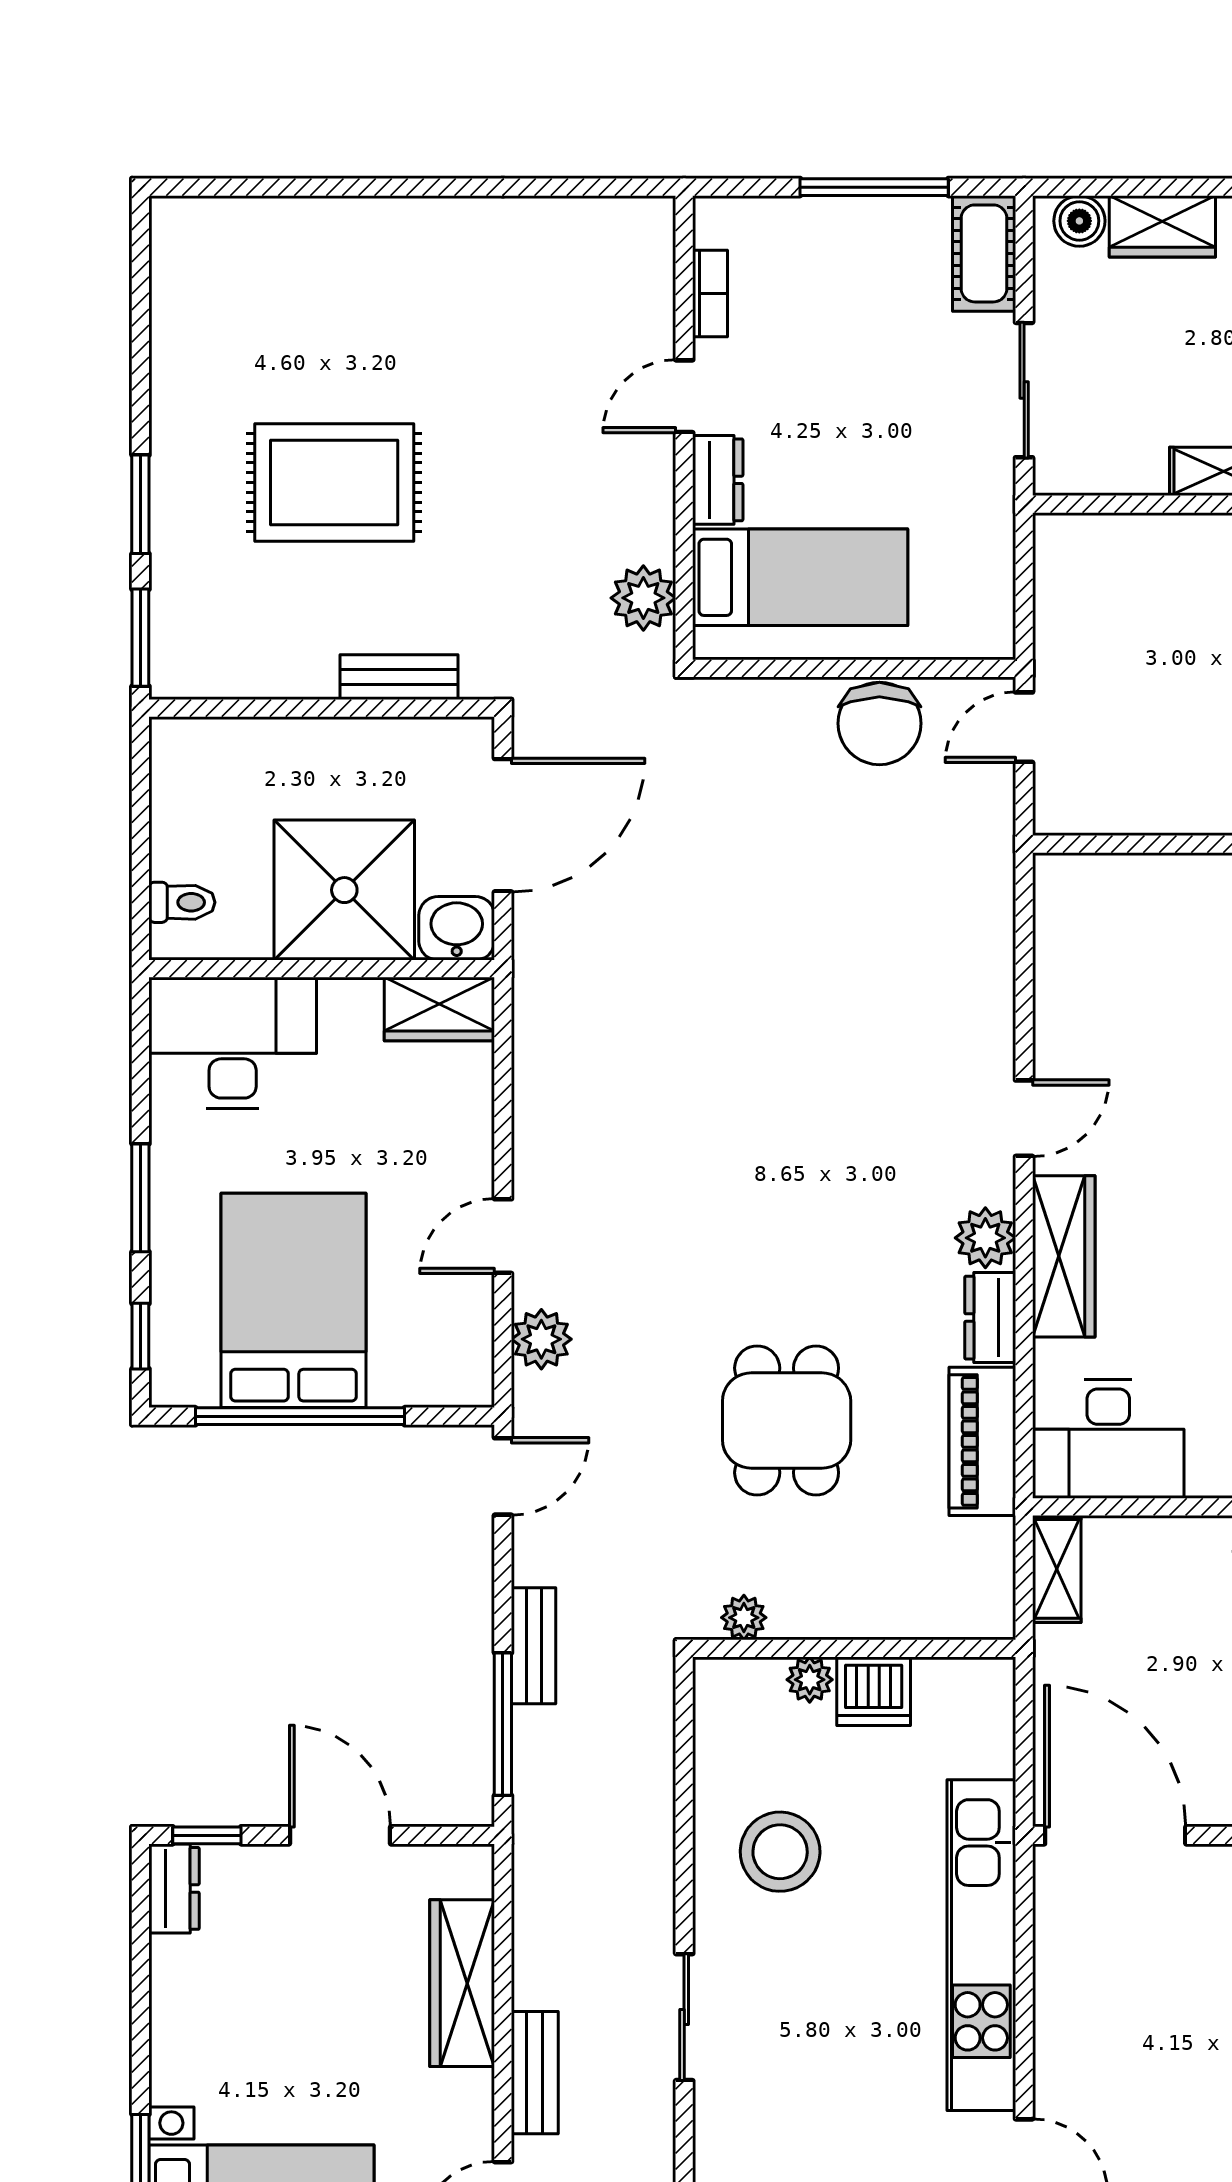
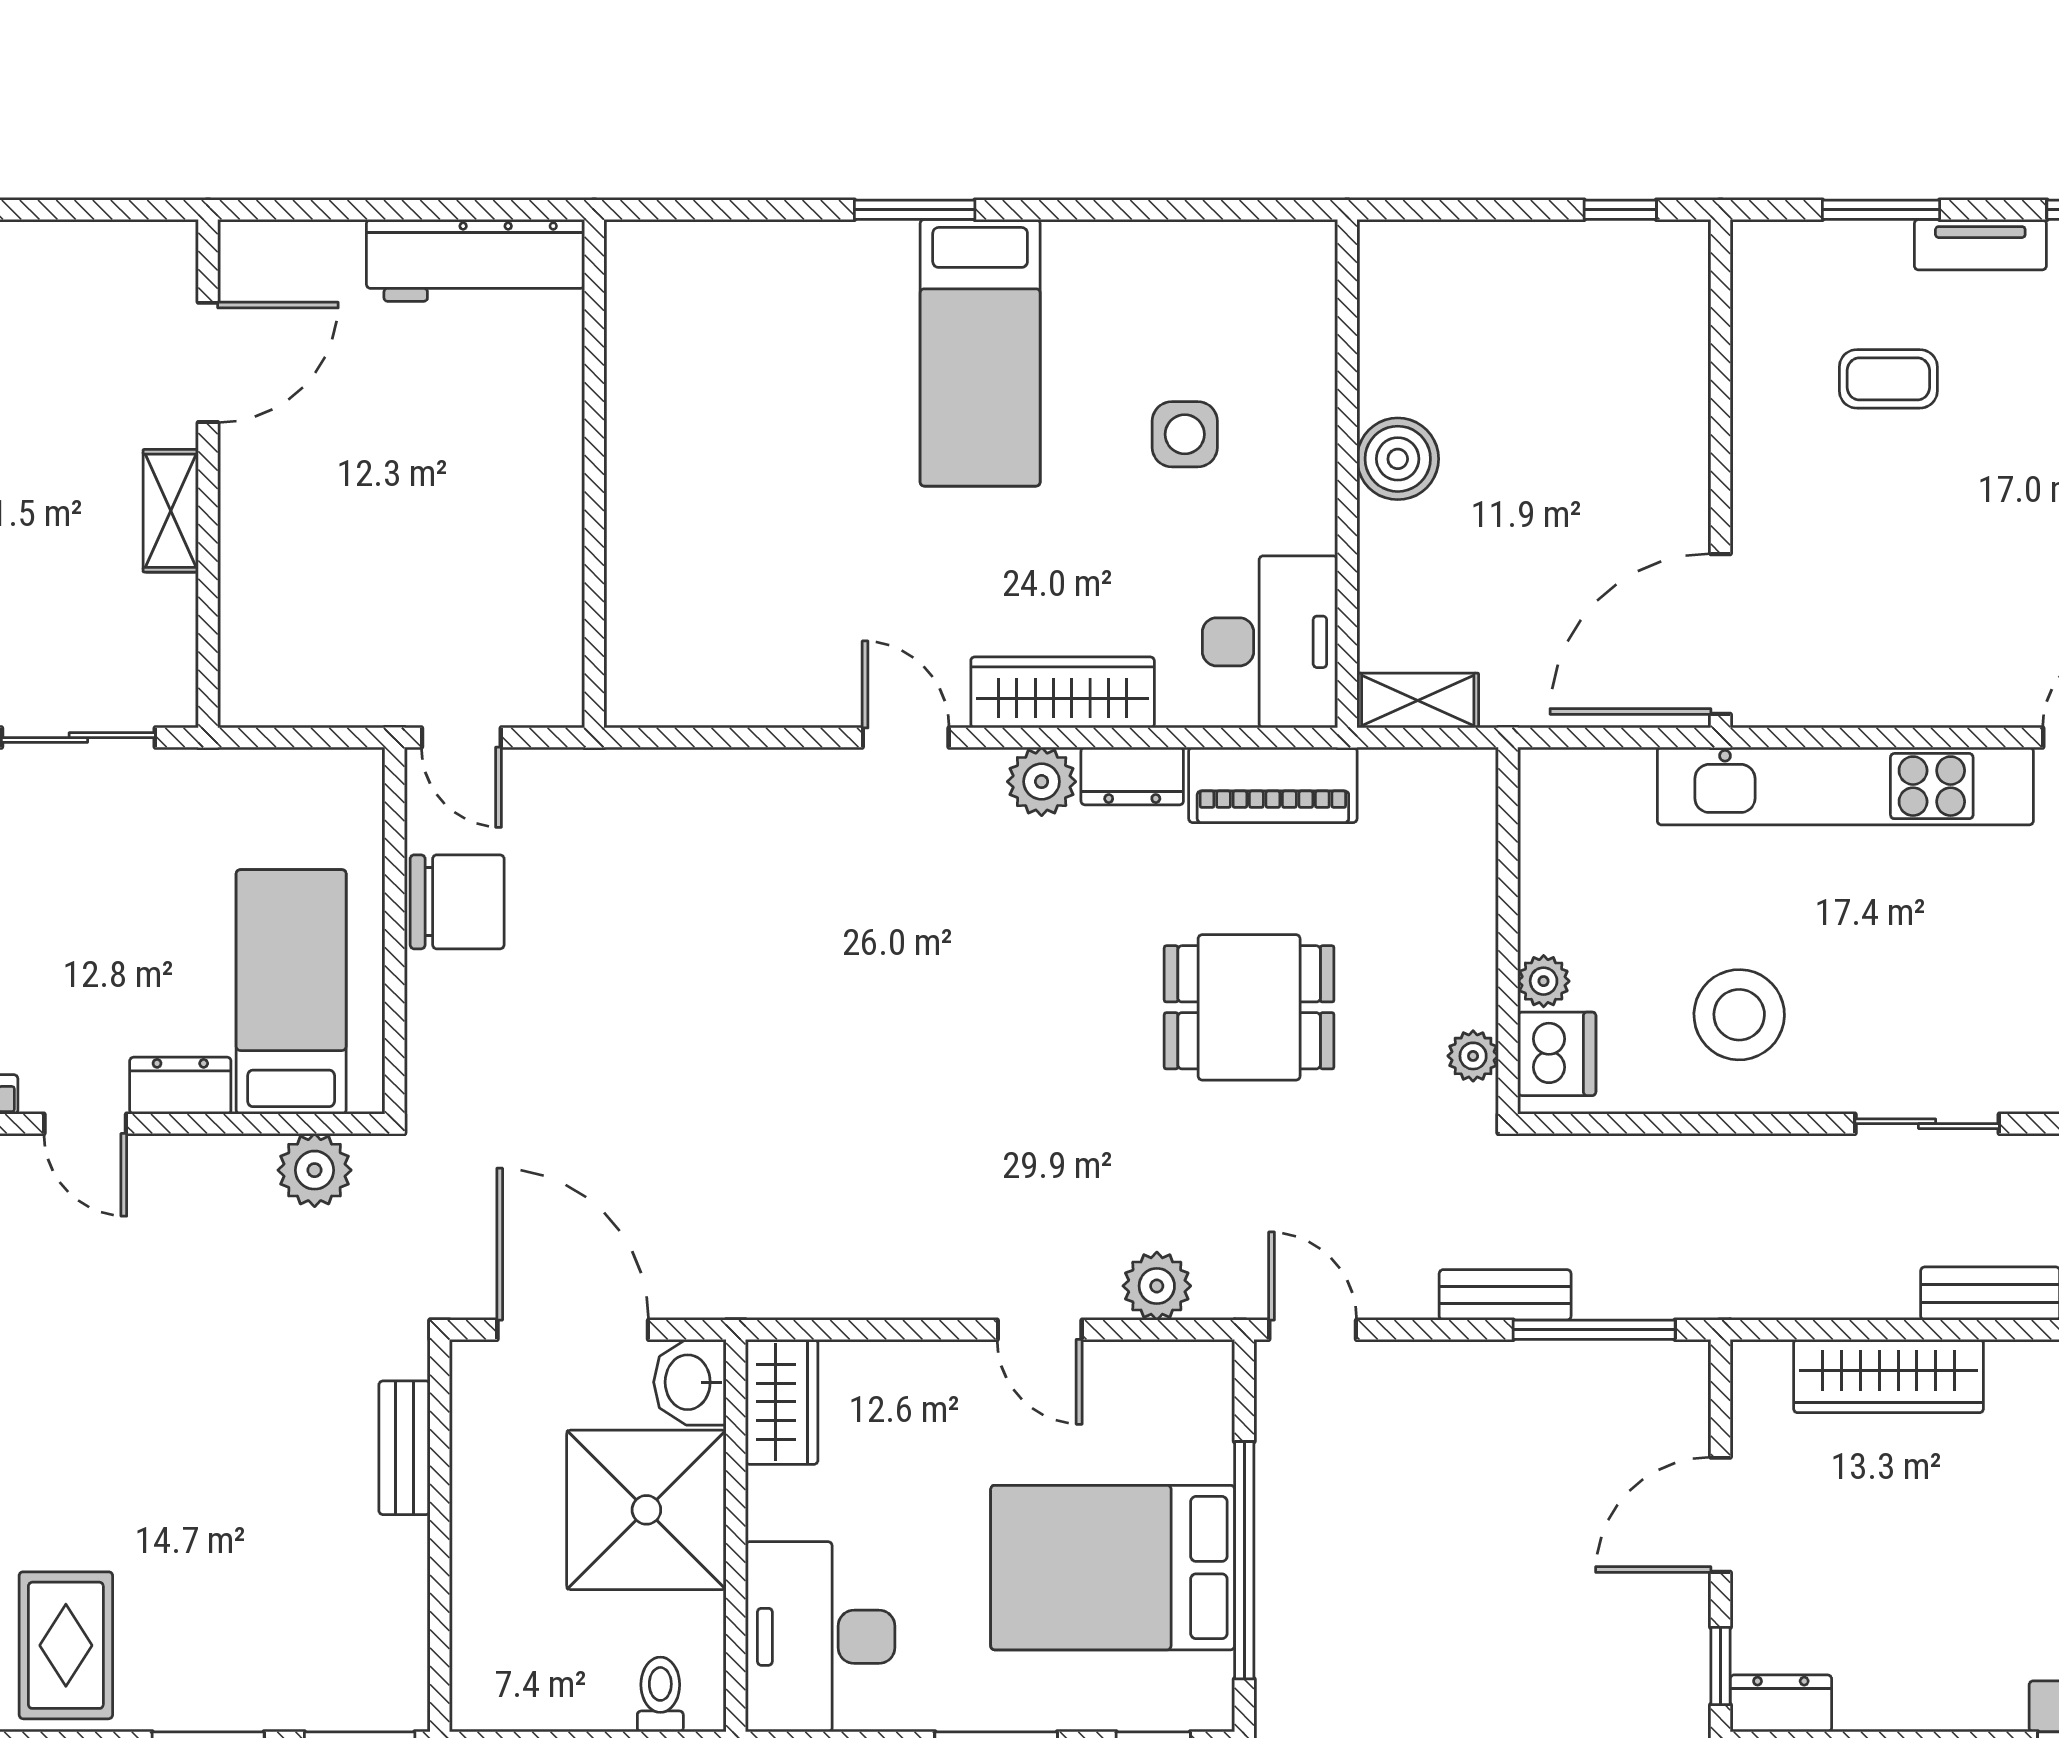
rug: (334, 482) -> (66, 1645), moved, width x0.73, depth x0.70
dishwasher: (874, 1691) -> (1557, 1054), moved

